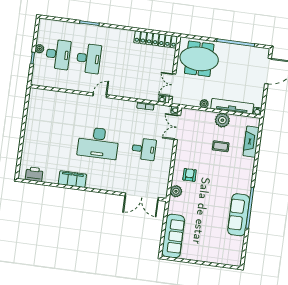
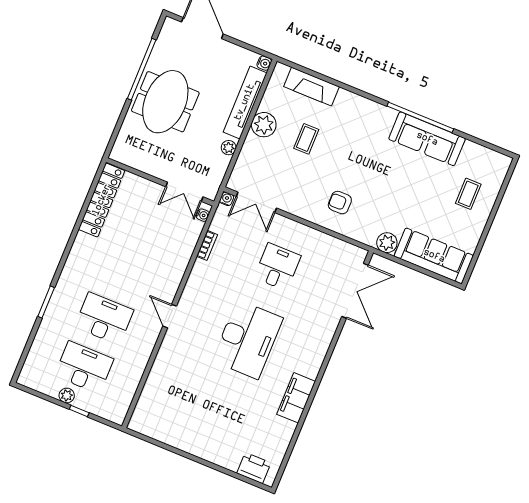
meeting table: (199, 59) -> (165, 102), moved
printer: (34, 174) -> (254, 468), moved, turned 90
plant: (176, 191) -> (387, 243), moved
coffee table: (214, 246) -> (468, 194), added

